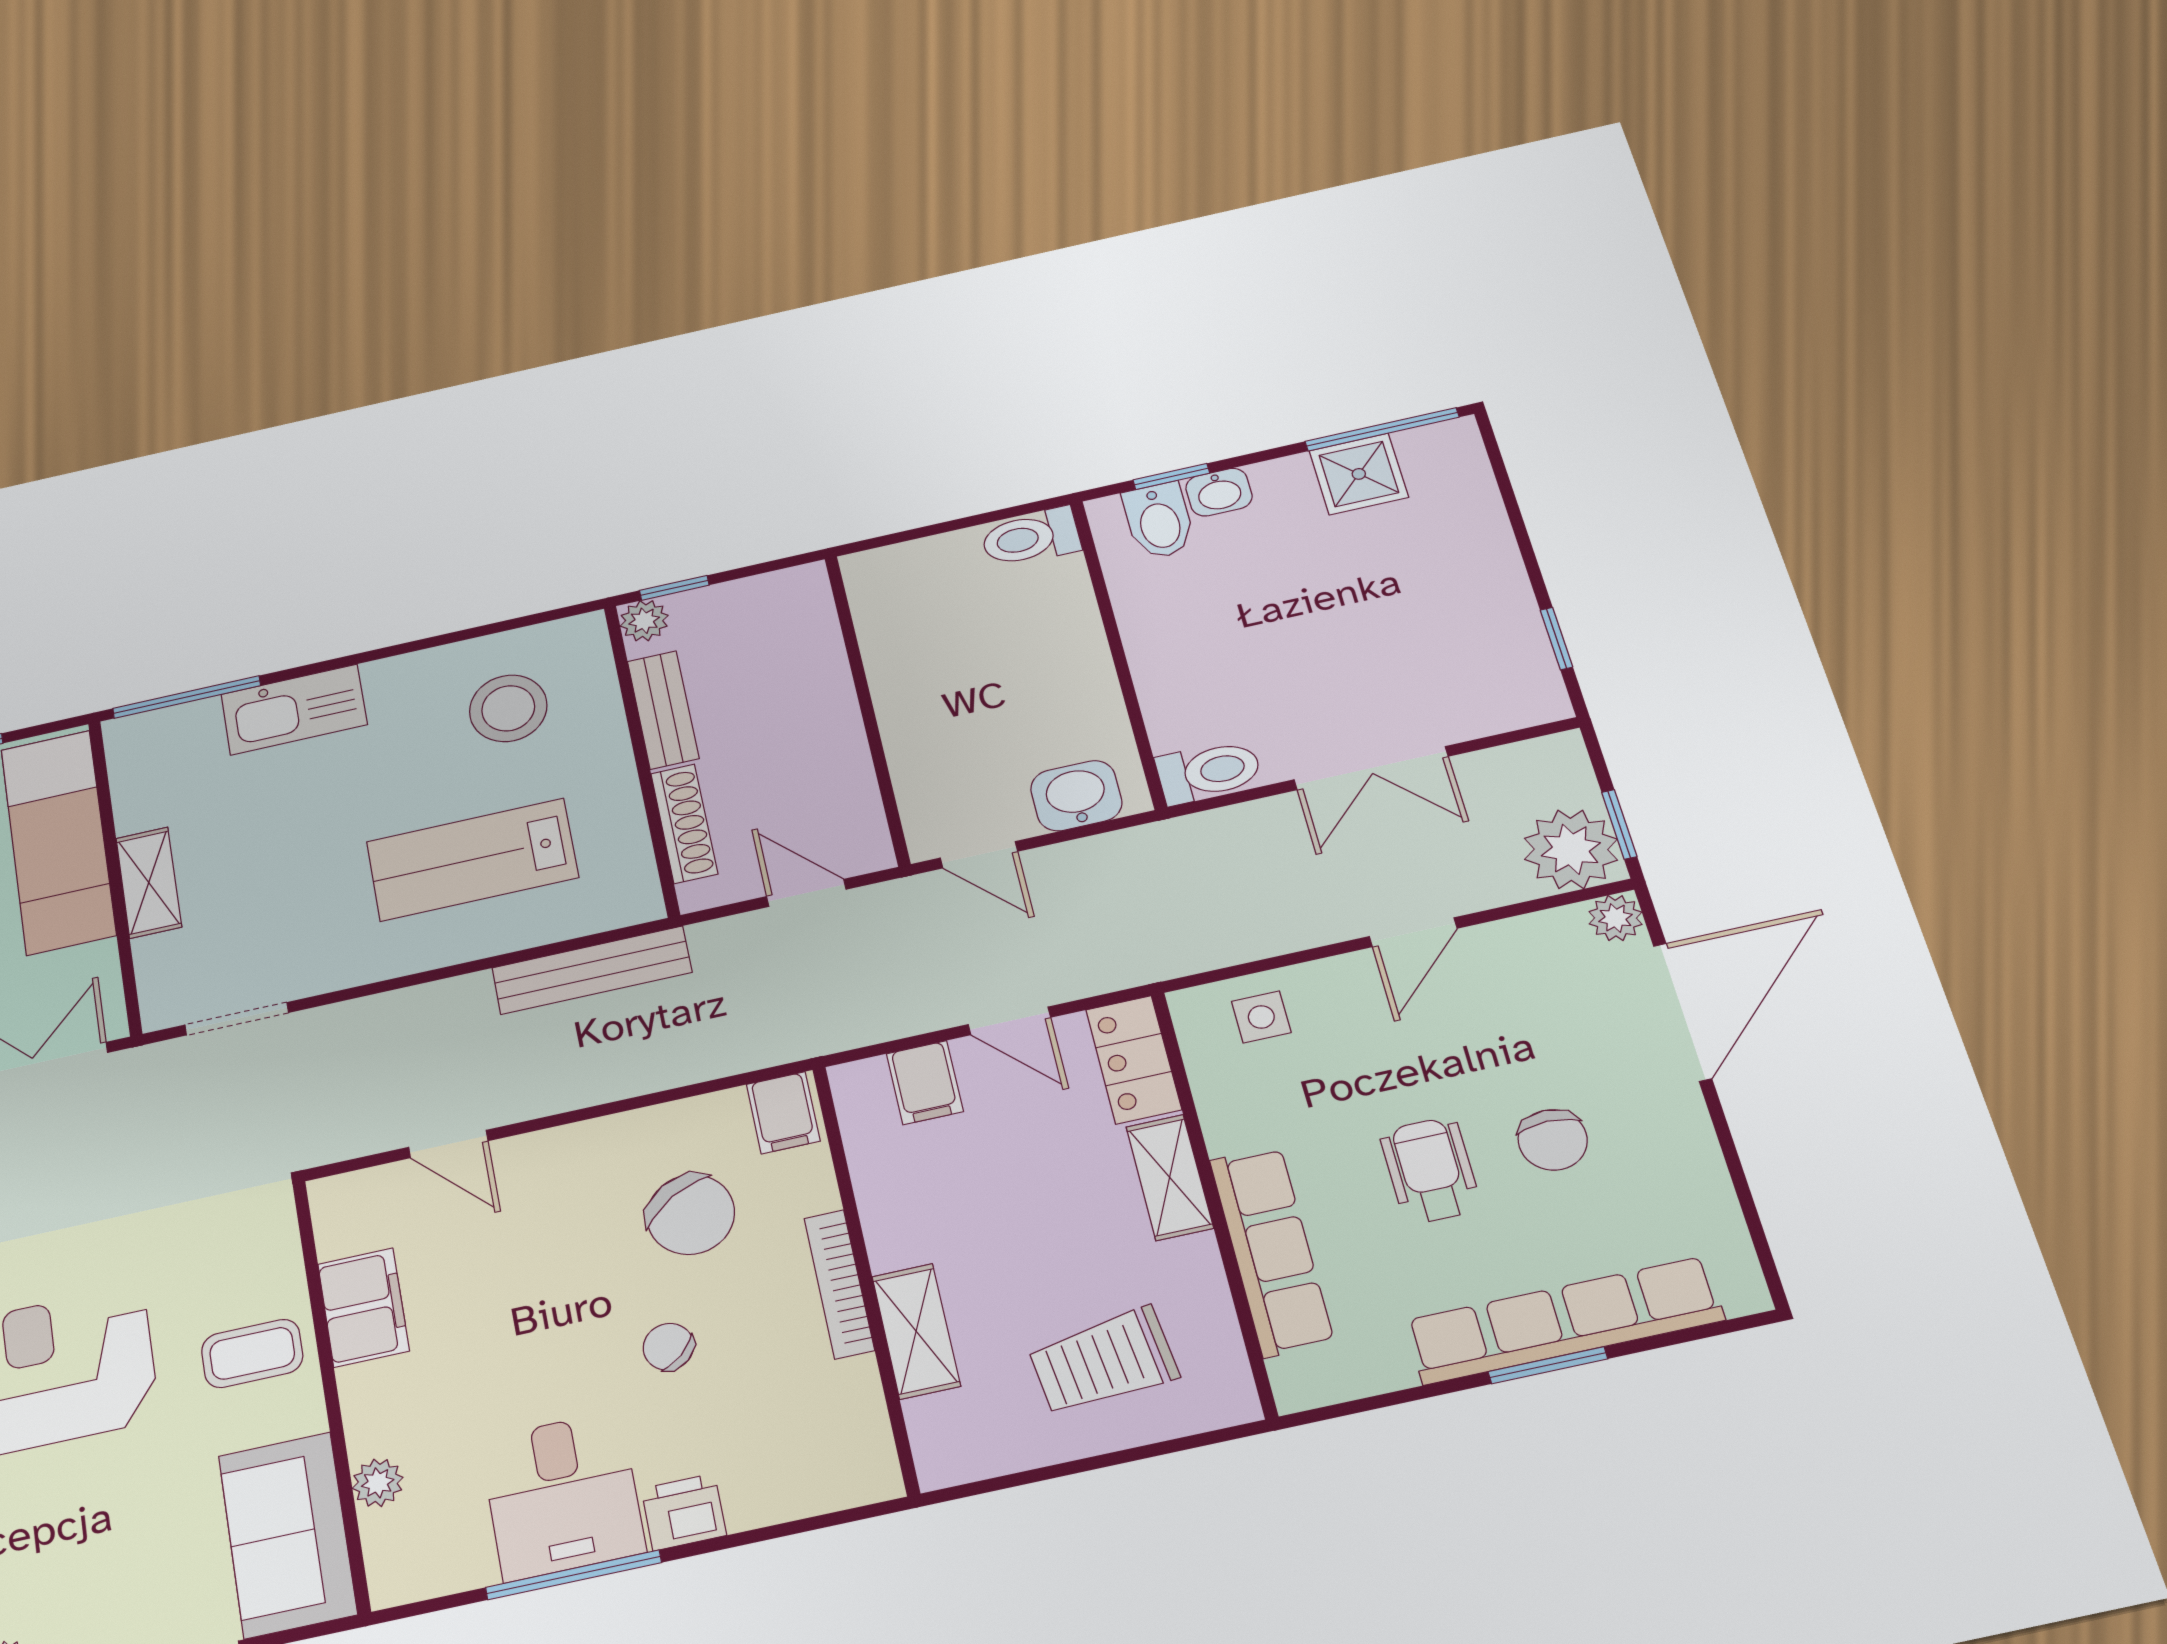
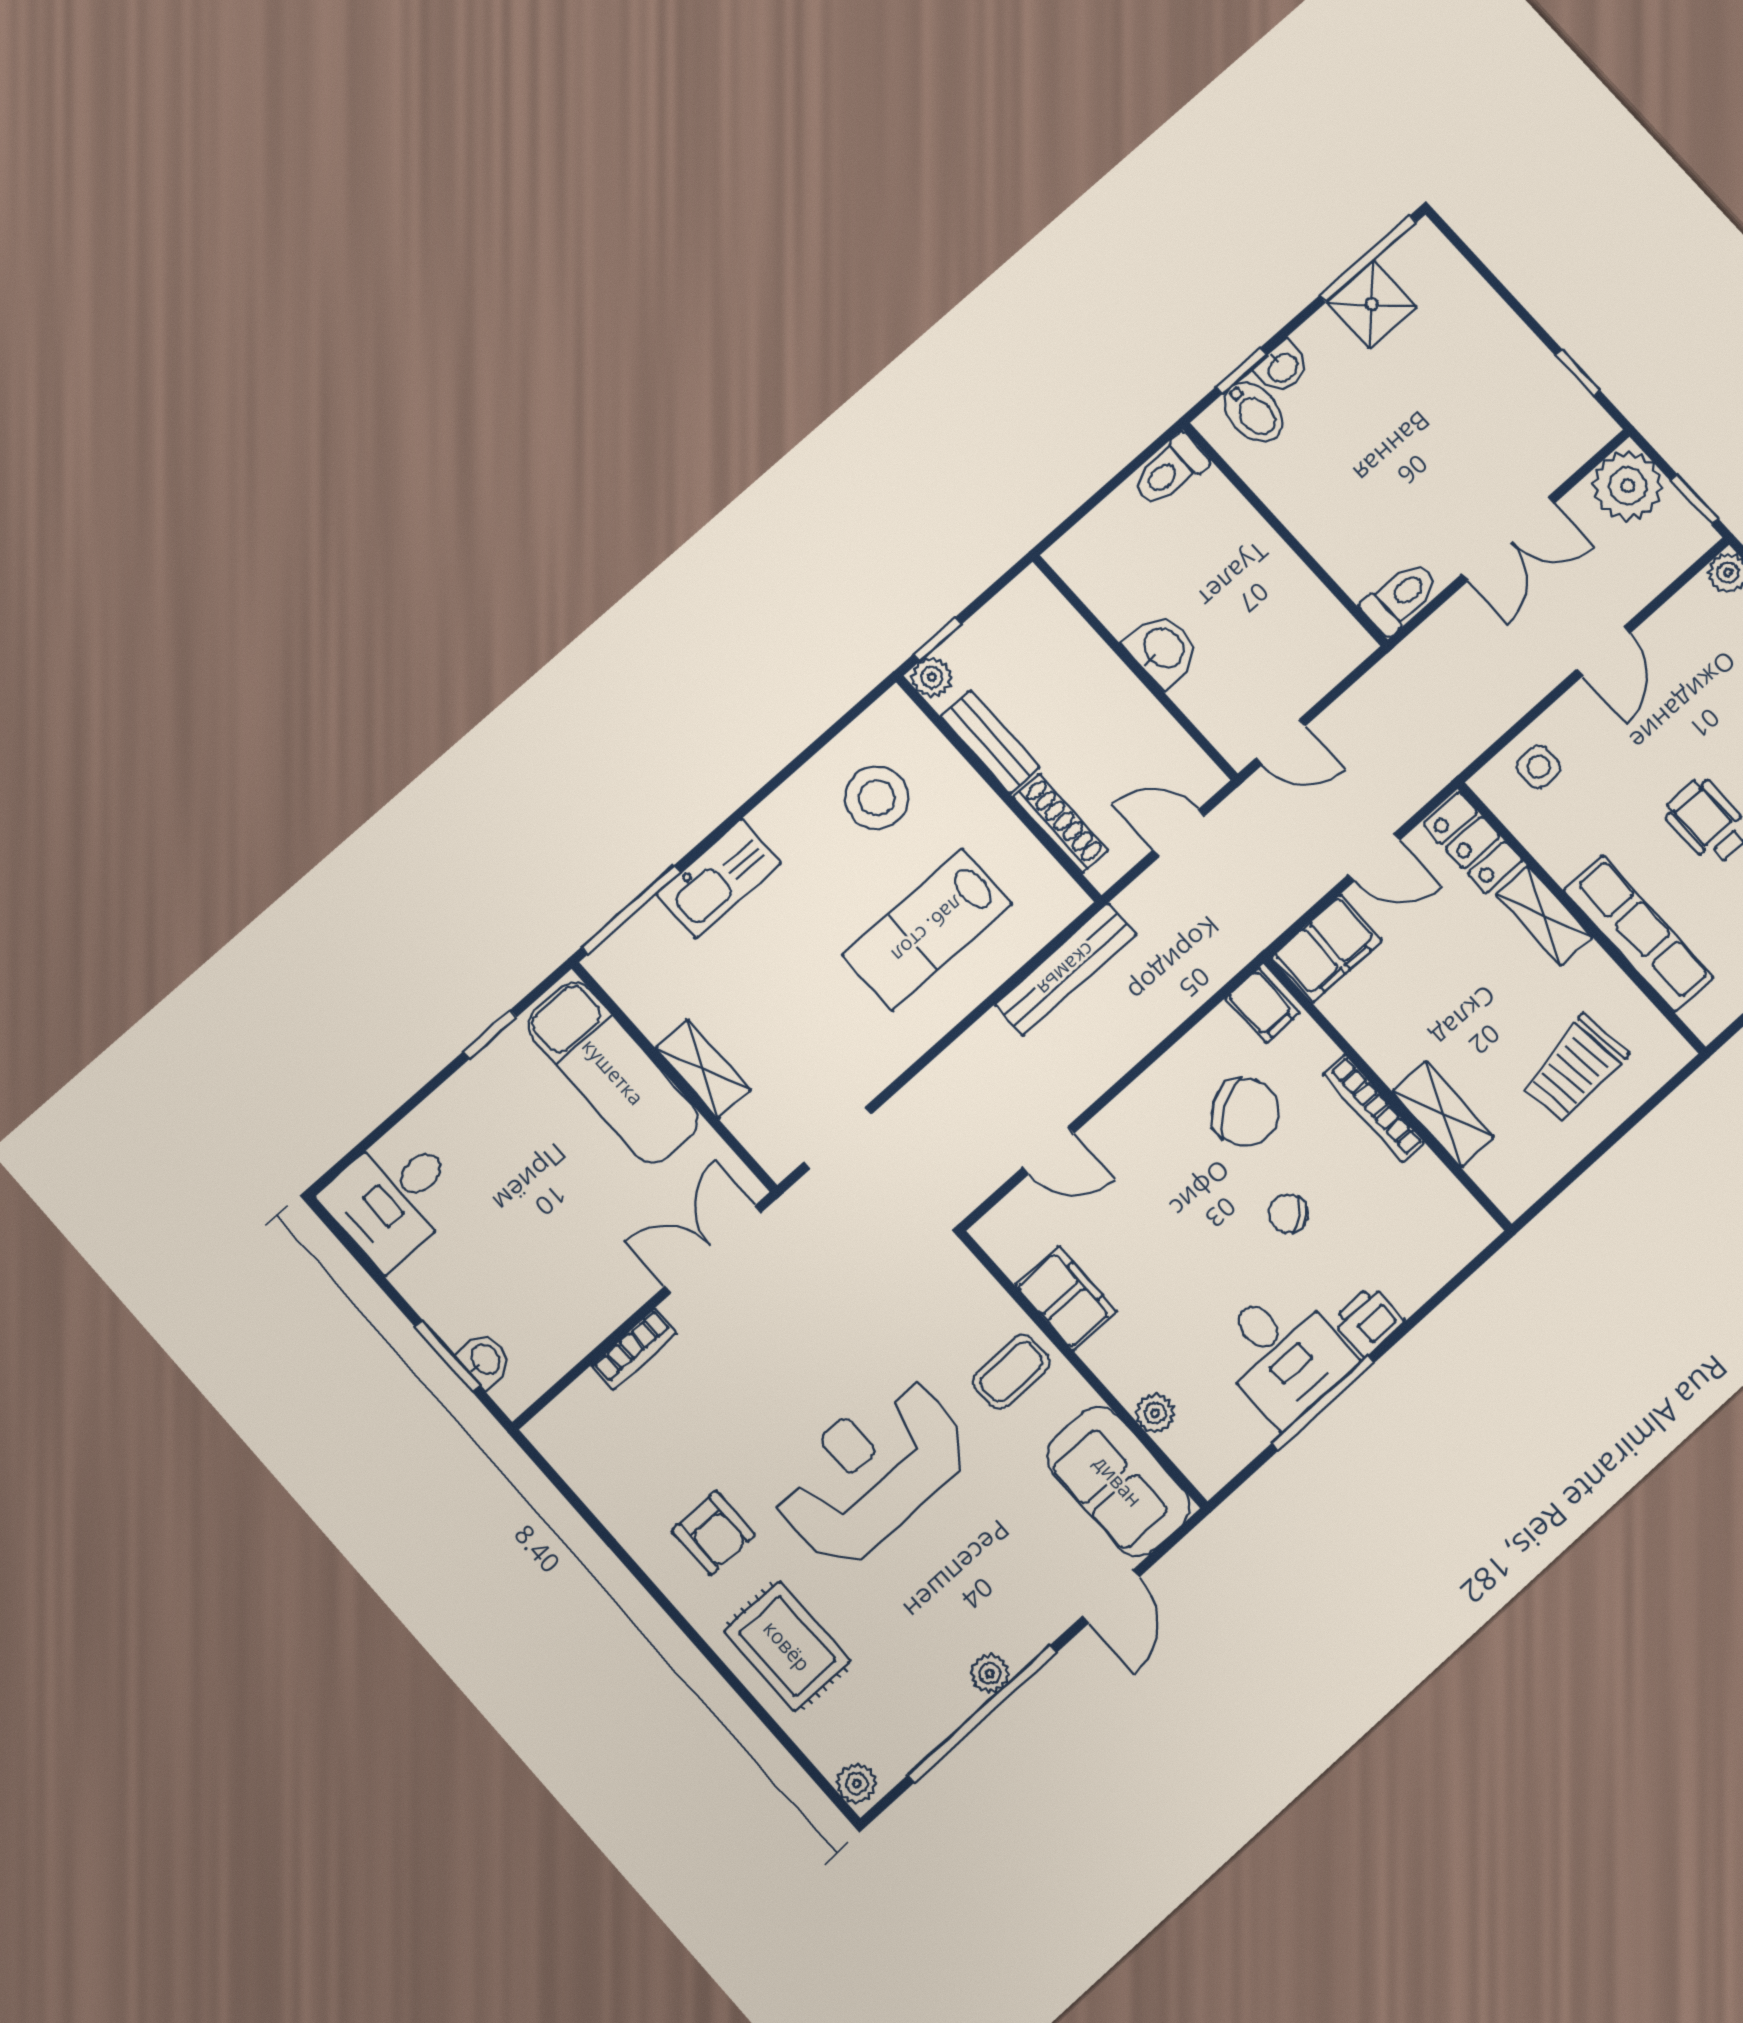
washbasin: (1076, 796) -> (1162, 649), moved, turned 90
plant: (1571, 849) -> (1628, 486), moved
filing cabinet: (925, 1083) -> (1327, 948), width x2.00

